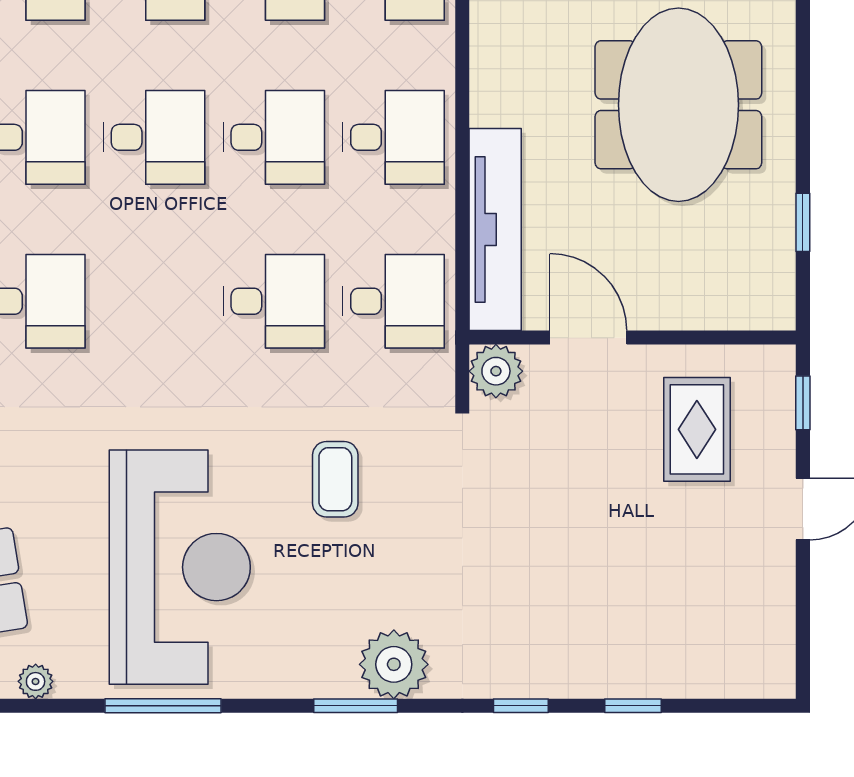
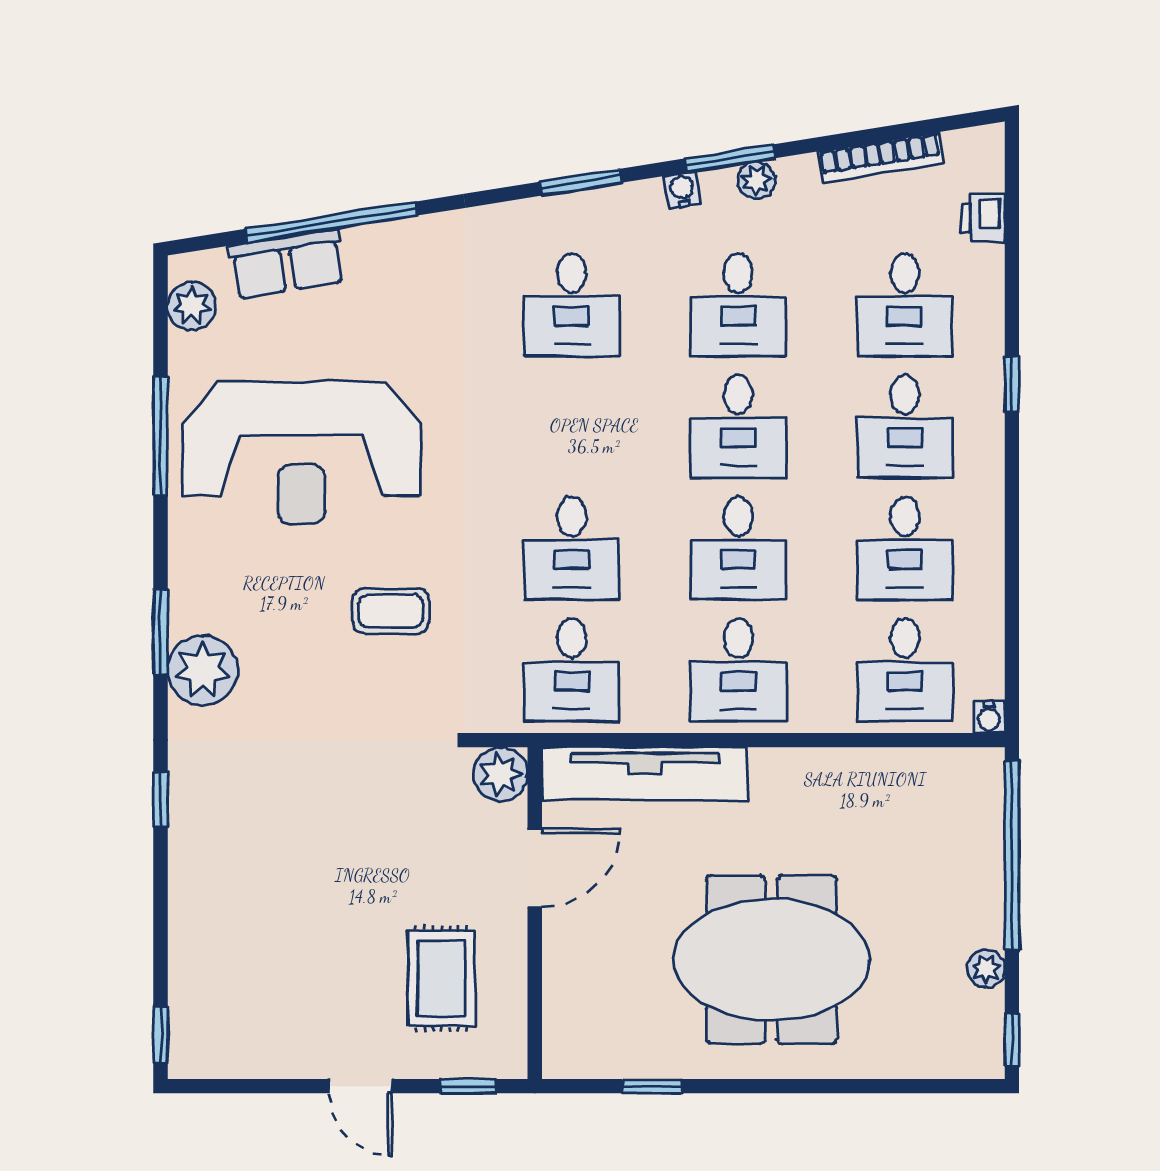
rug: (697, 429) -> (441, 979), turned 90
plant: (36, 681) -> (192, 306), width x1.38, depth x1.38
window: (633, 706) -> (160, 1035), moved

